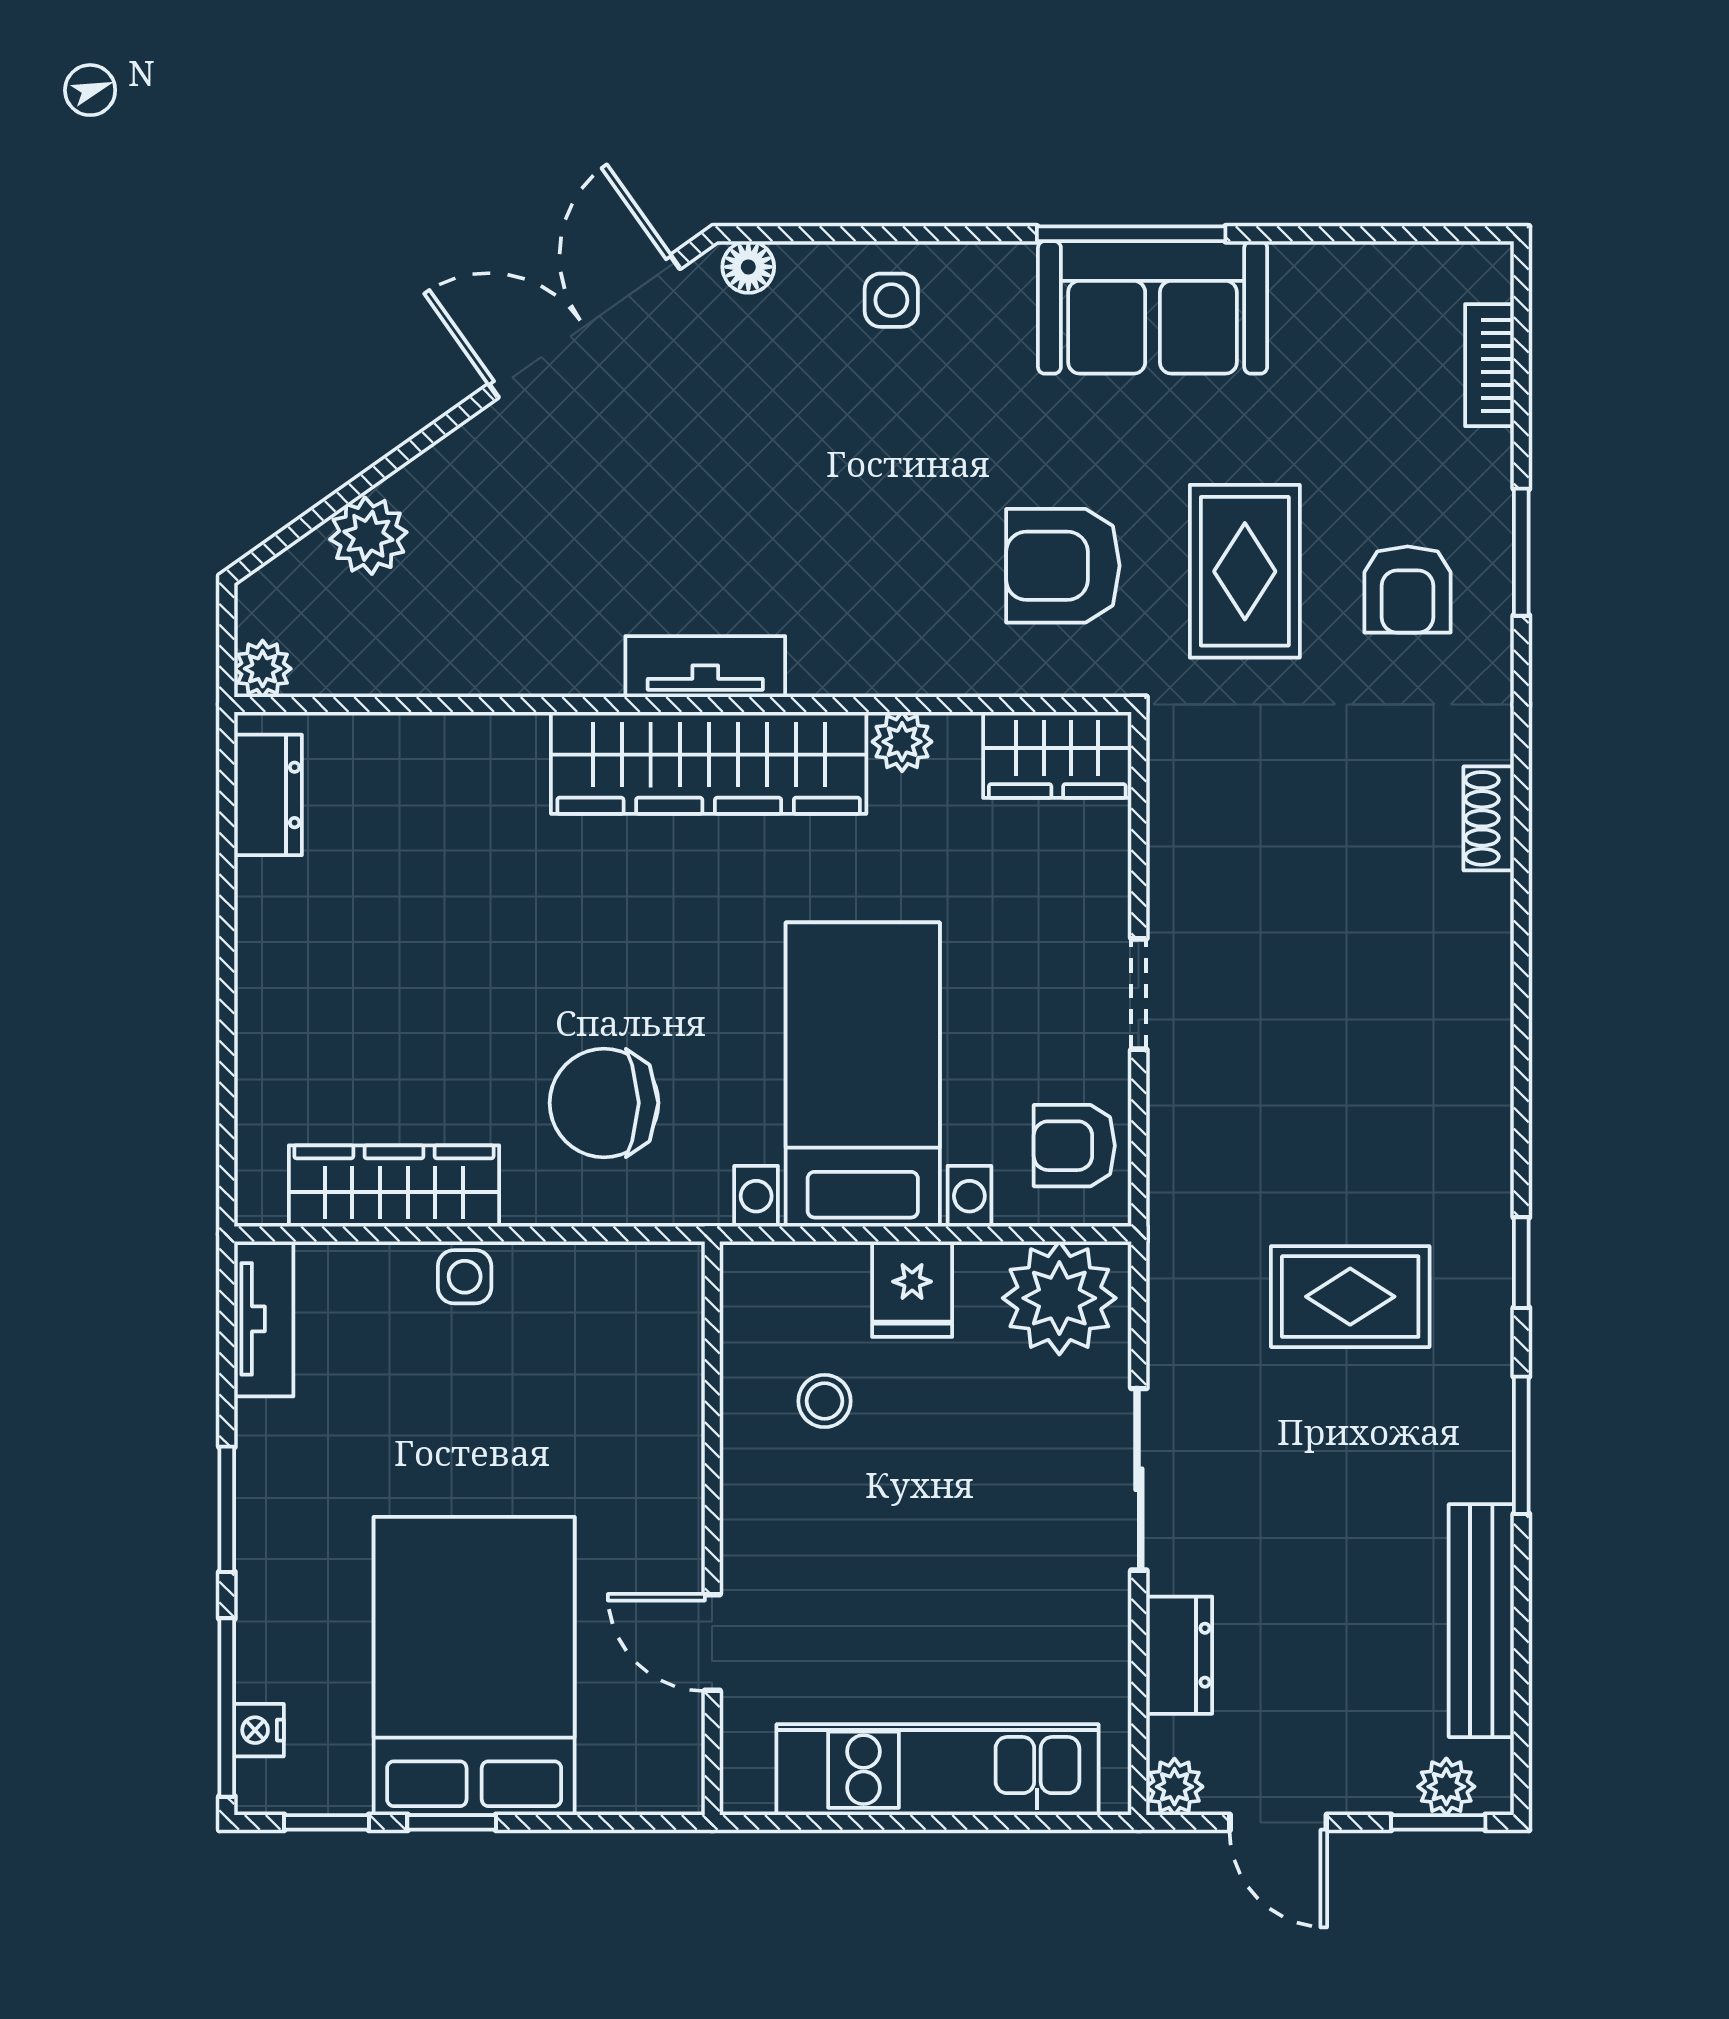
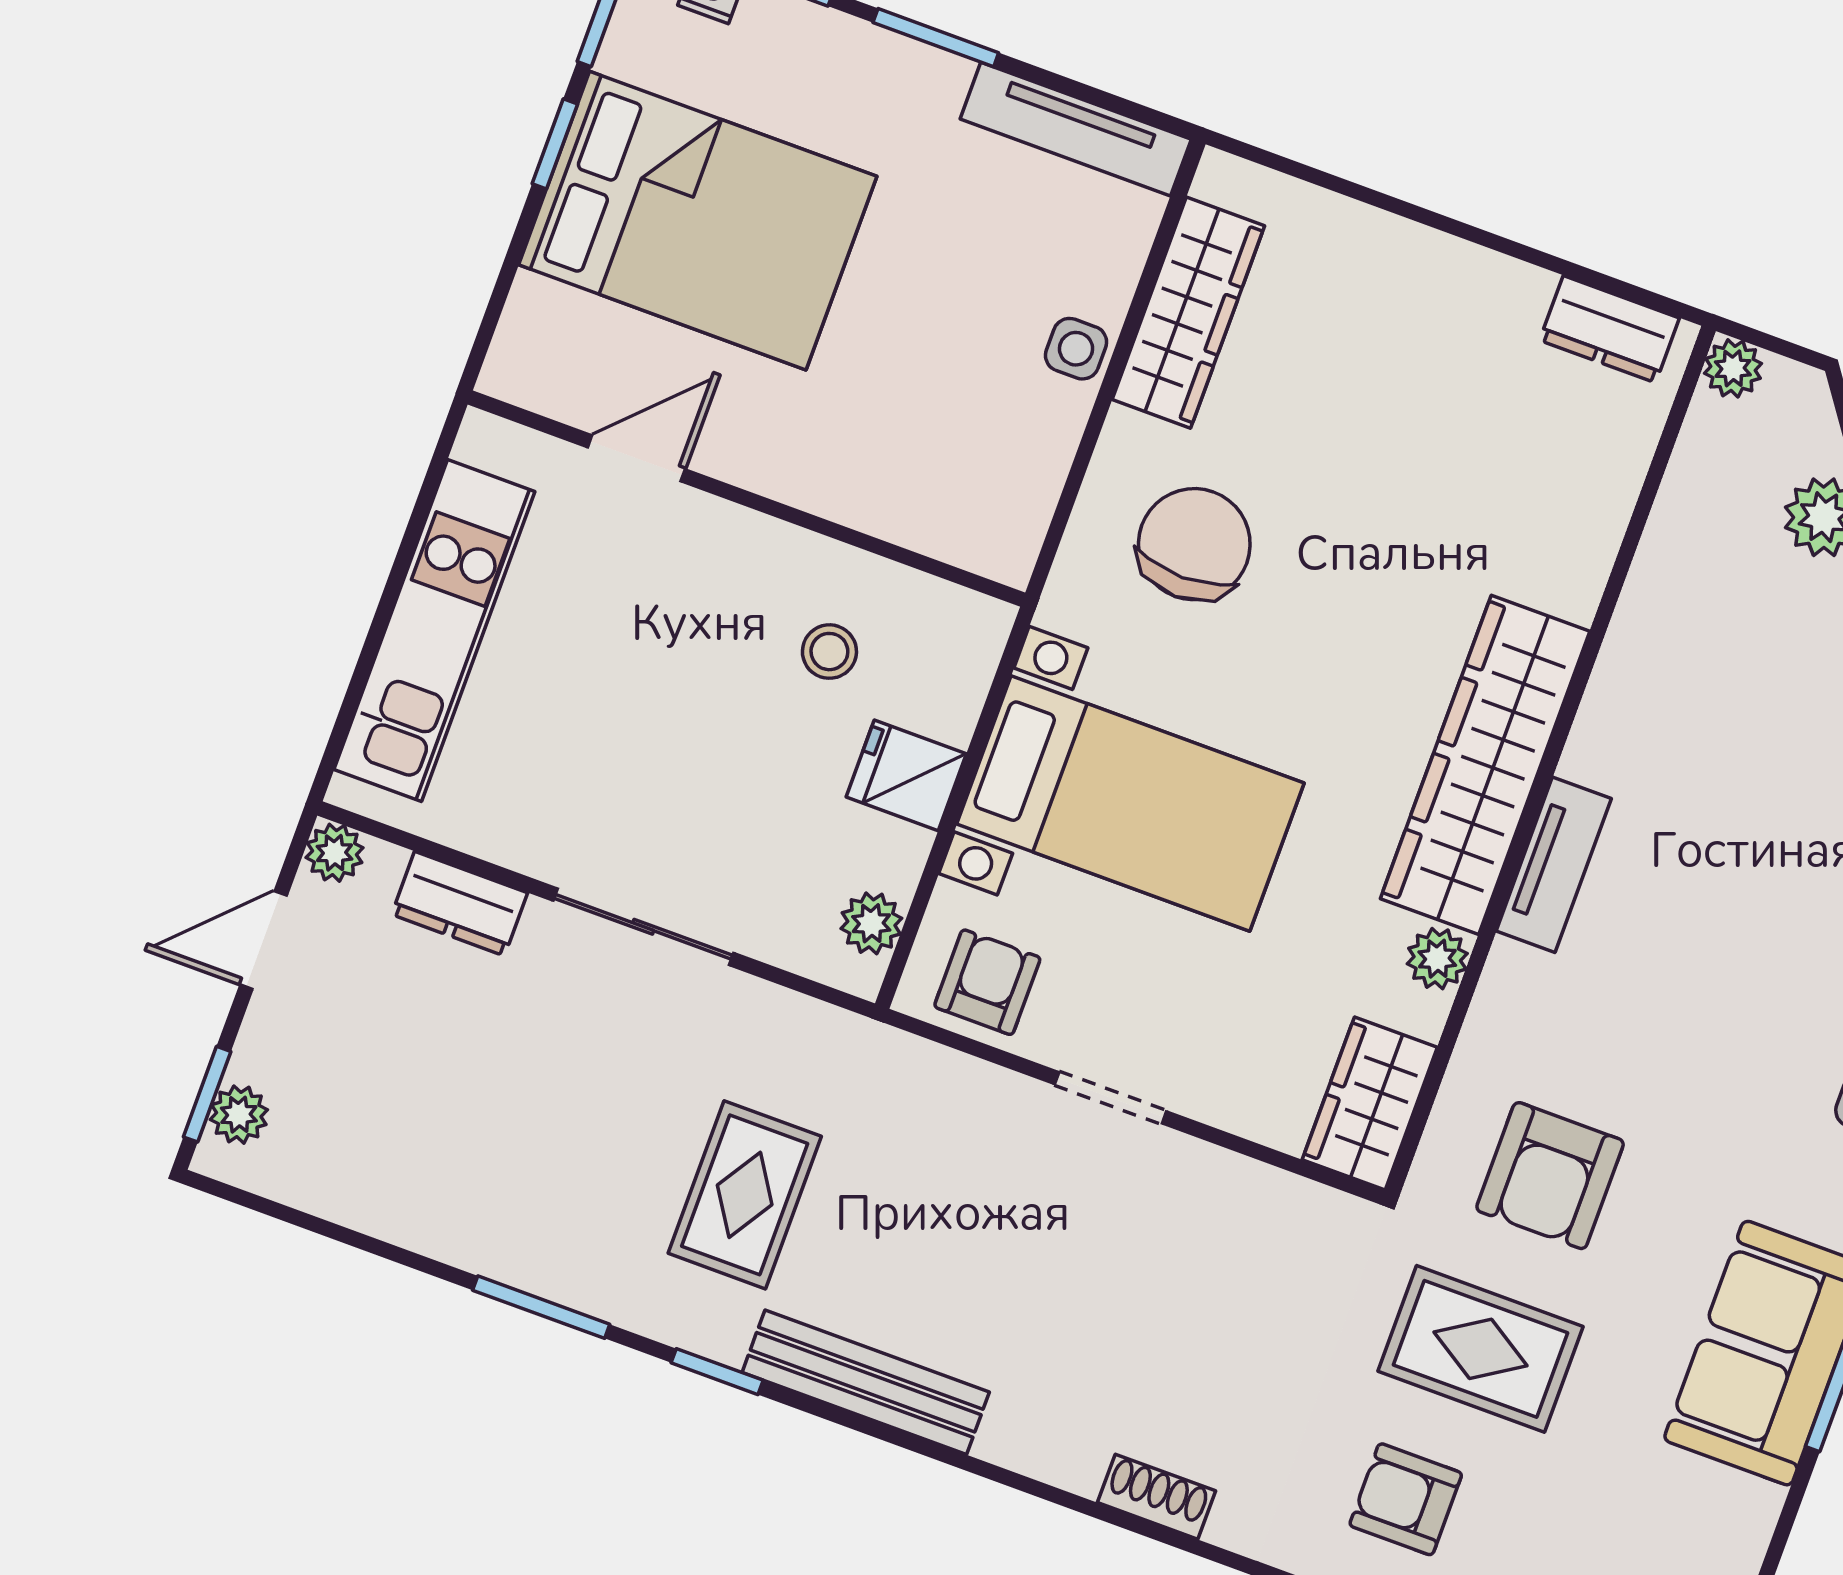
armchair: (1063, 566) -> (1550, 1176), turned 180
tv unit: (705, 667) -> (1554, 865), moved
plant: (1059, 1298) -> (871, 923), width x0.53, depth x0.53
tv unit: (264, 1319) -> (1076, 129), width x1.41
bench: (1481, 1621) -> (866, 1382), moved

